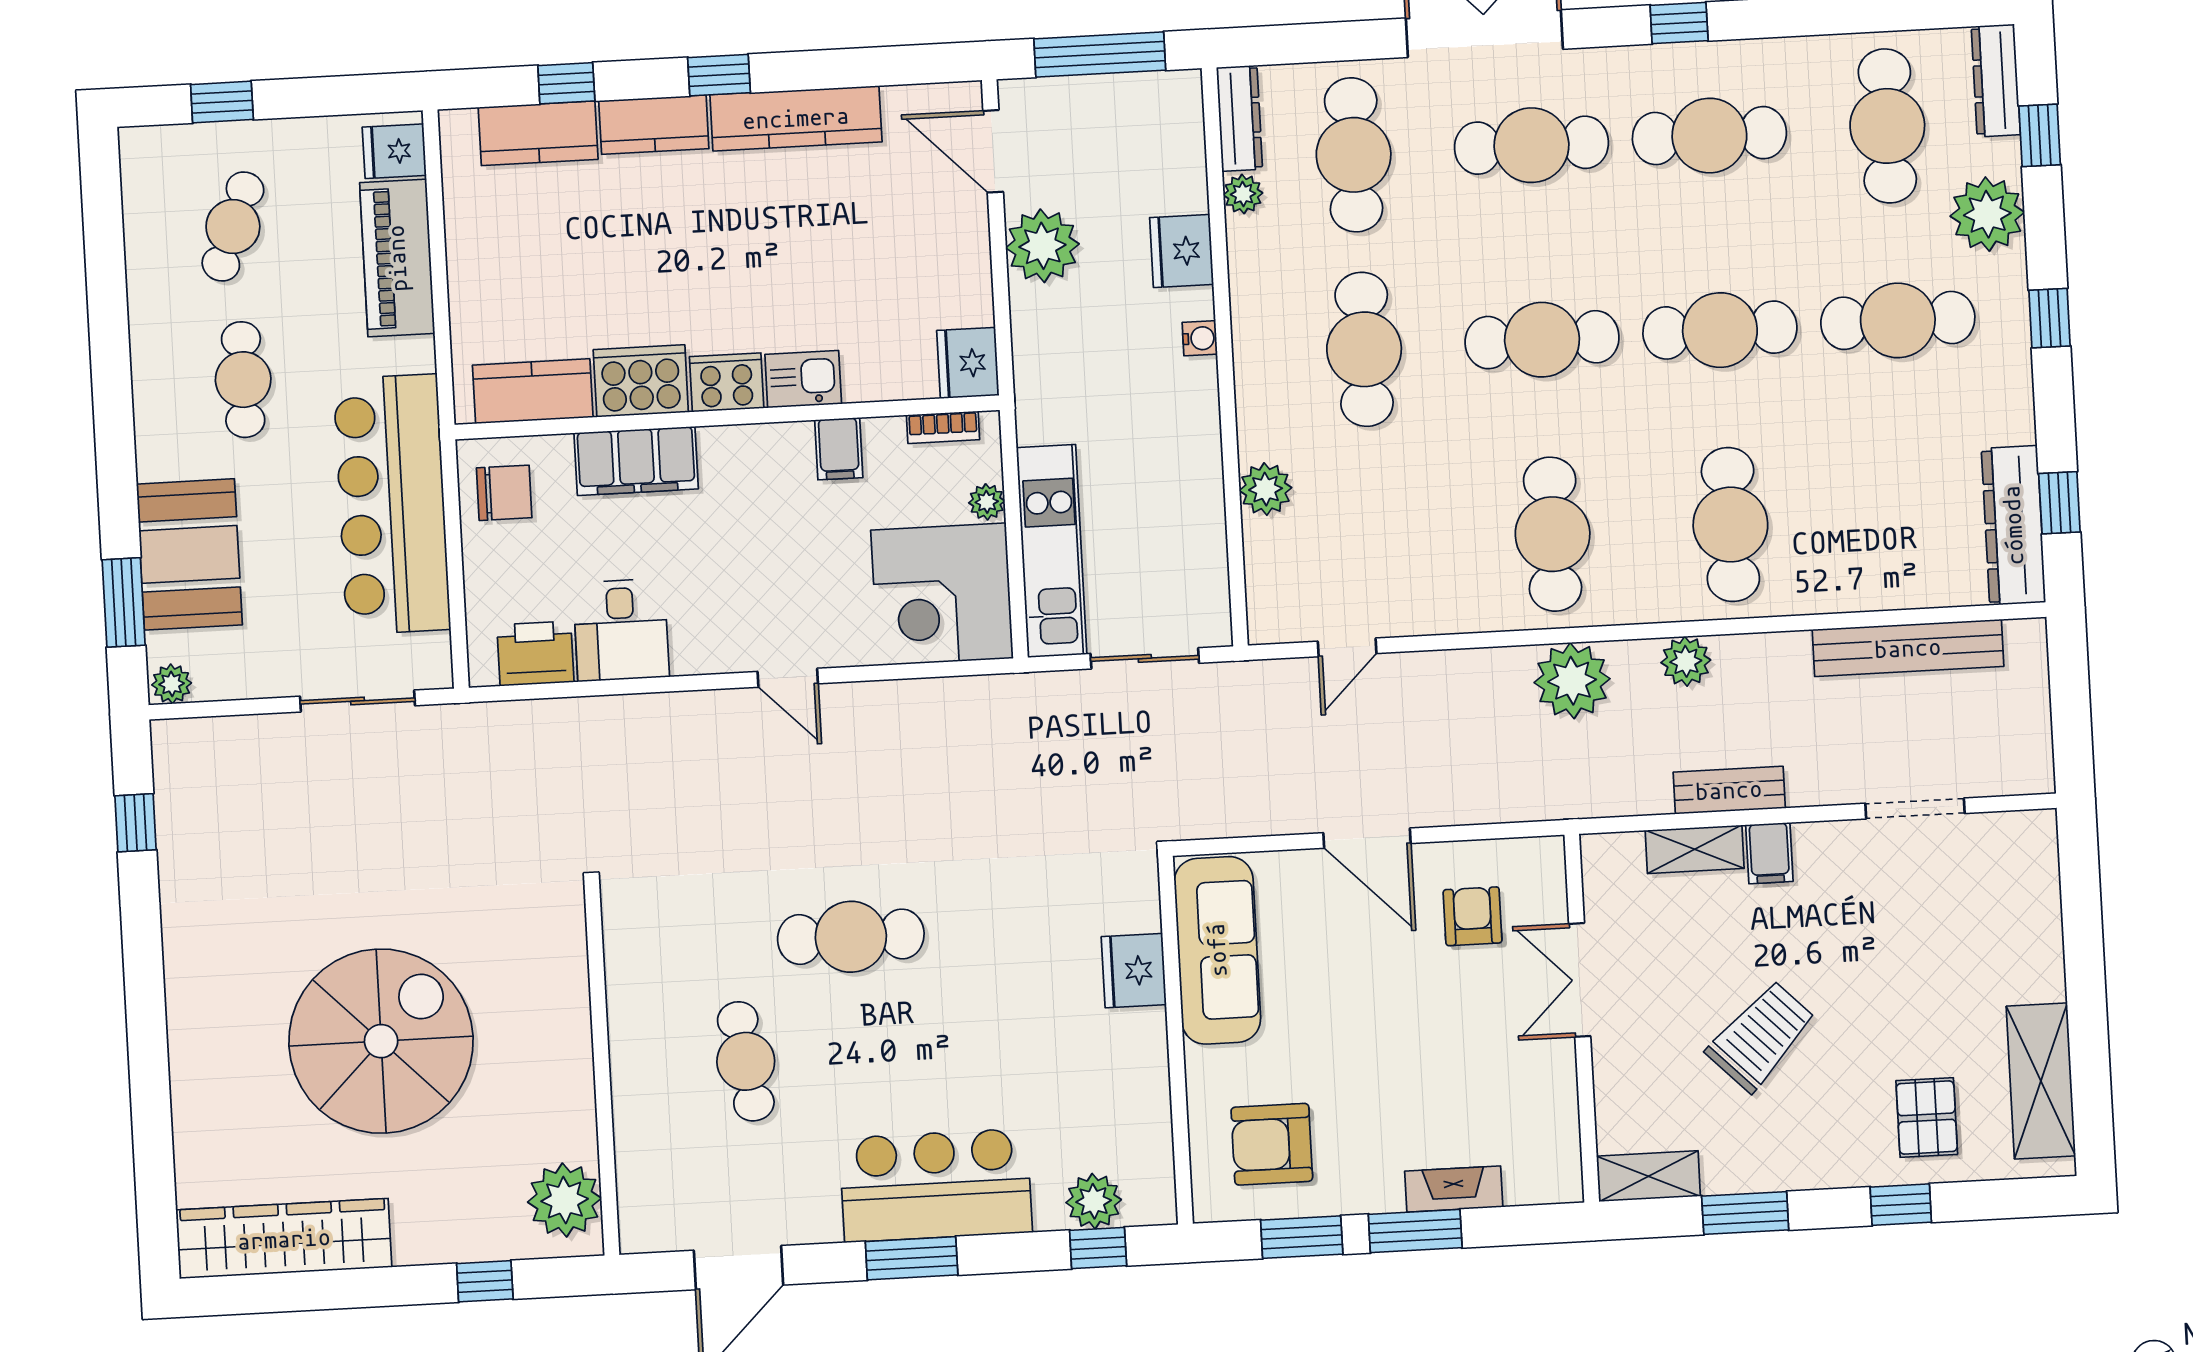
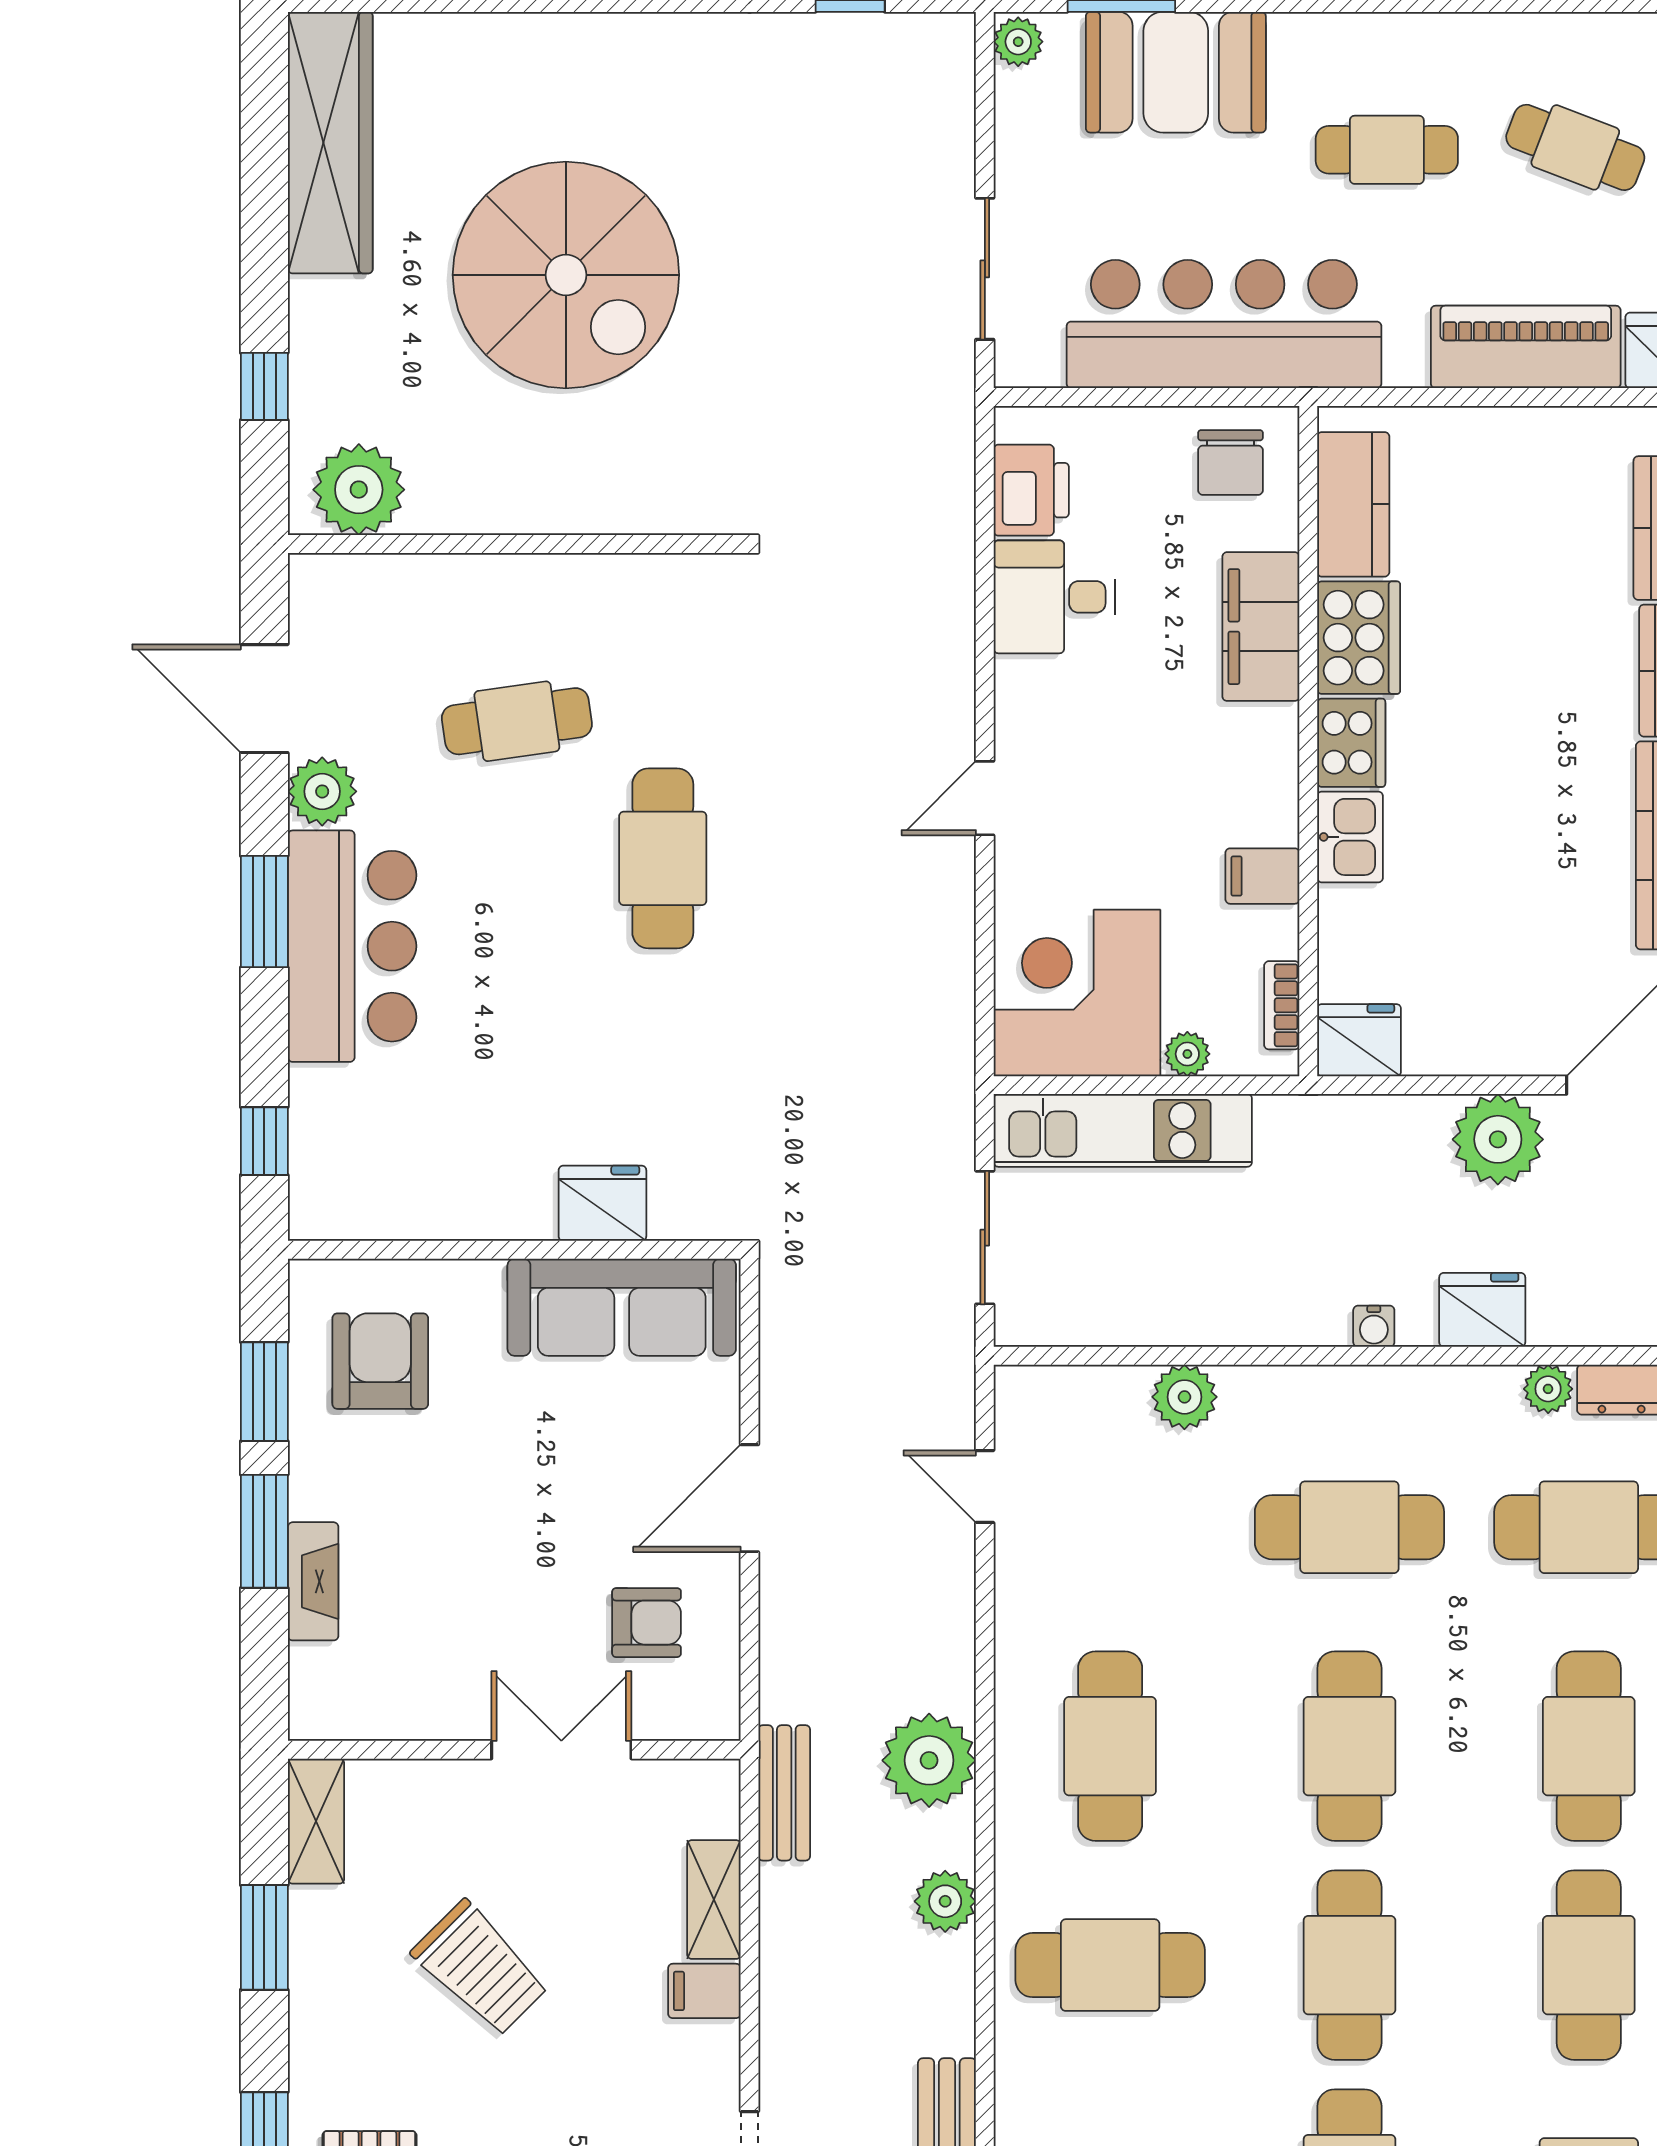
cafe table: (1553, 534) -> (1110, 1746), turned 90
bench: (1729, 790) -> (784, 1793), moved
plant: (1094, 1201) -> (322, 791), moved

